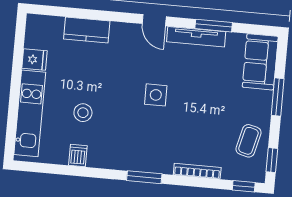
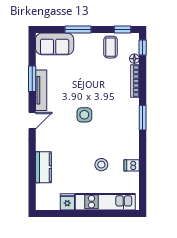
coffee table: (249, 141) -> (111, 47), turned 76
floor lamp: (229, 173) -> (134, 59), added

